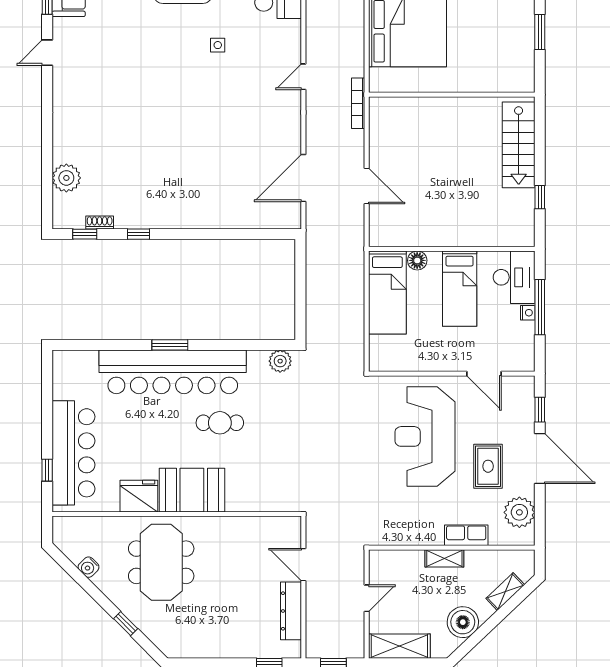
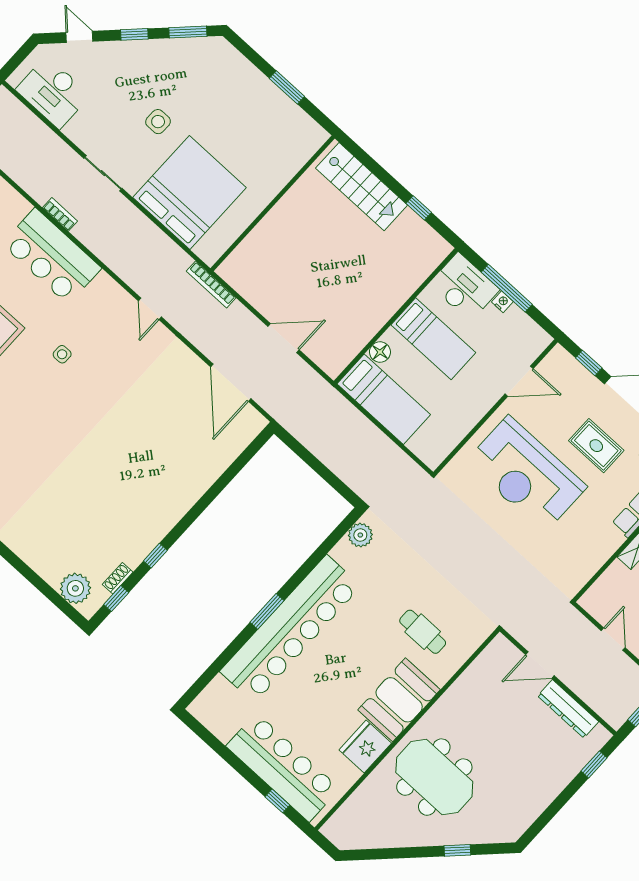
plant: (66, 178) -> (75, 588), moved
cafe table: (220, 423) -> (423, 632), moved, turned 90
water cooler: (89, 567) -> (385, 839), removed

